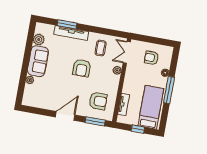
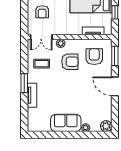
window: (67, 24) -> (24, 83), moved
tv unit: (71, 33) -> (32, 95), width x0.71
plant: (39, 39) -> (106, 126), moved
armchair: (82, 68) -> (70, 62), moved

